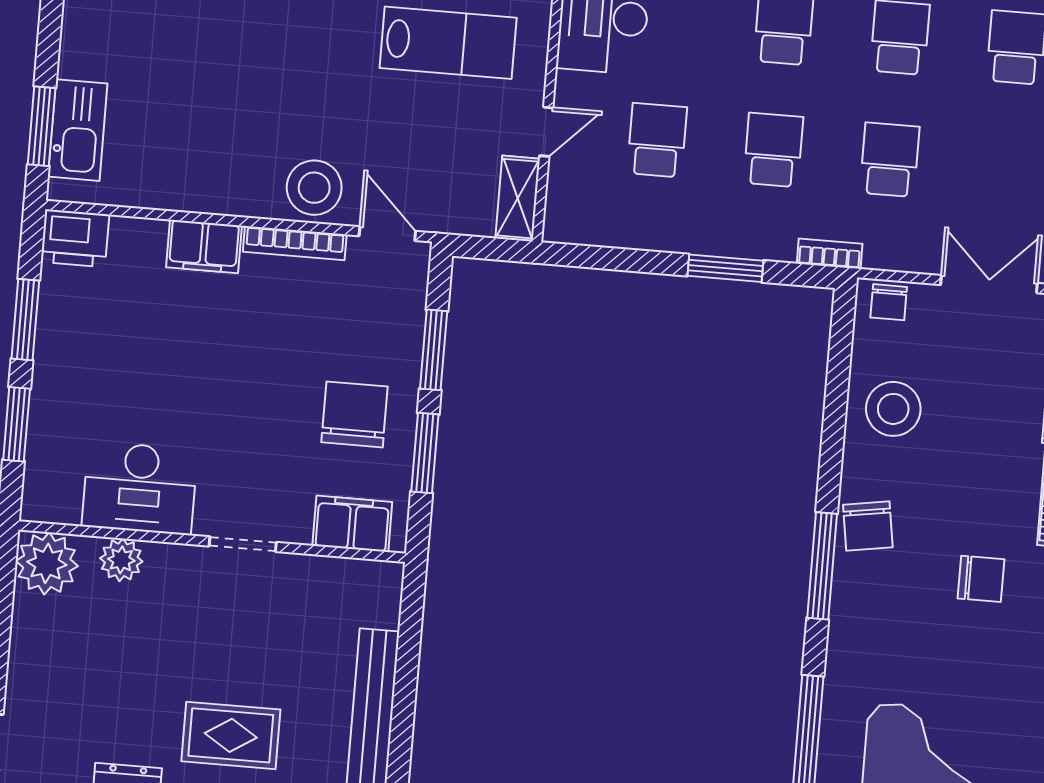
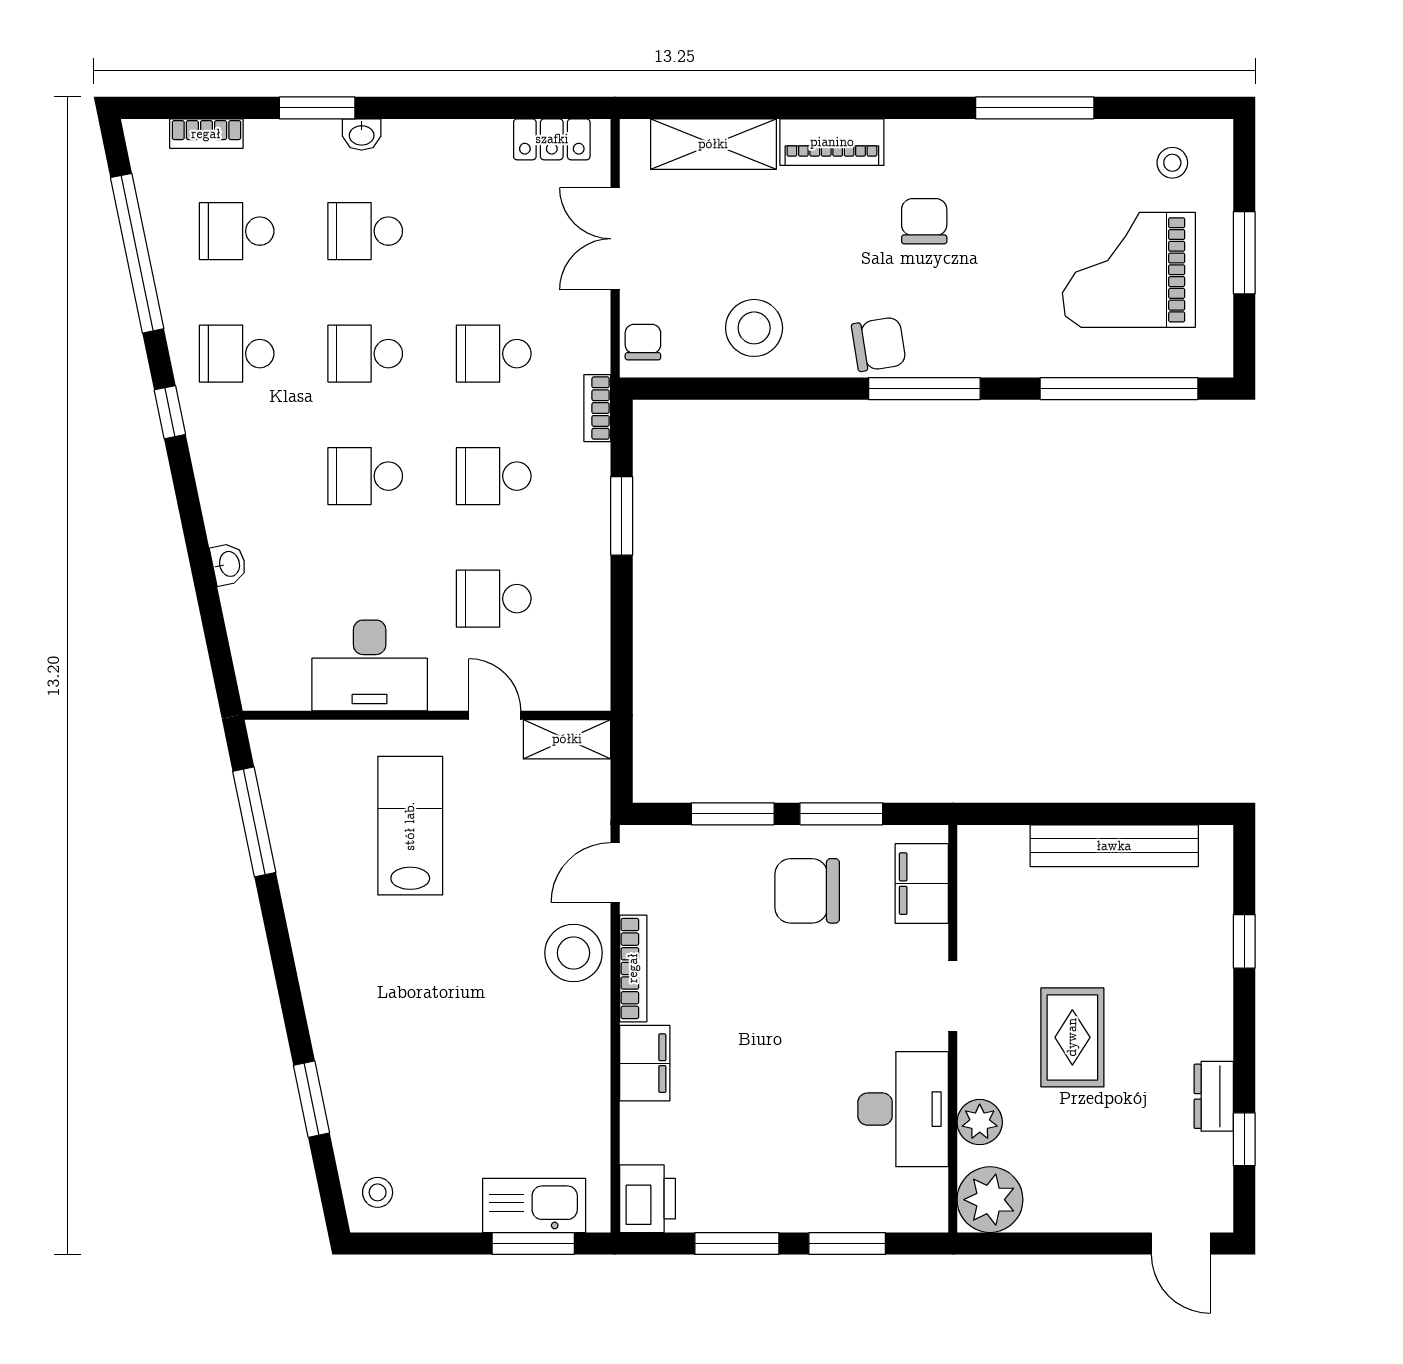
chair: (889, 302) -> (643, 342), turned -90
rug: (231, 735) -> (1072, 1037), moved

